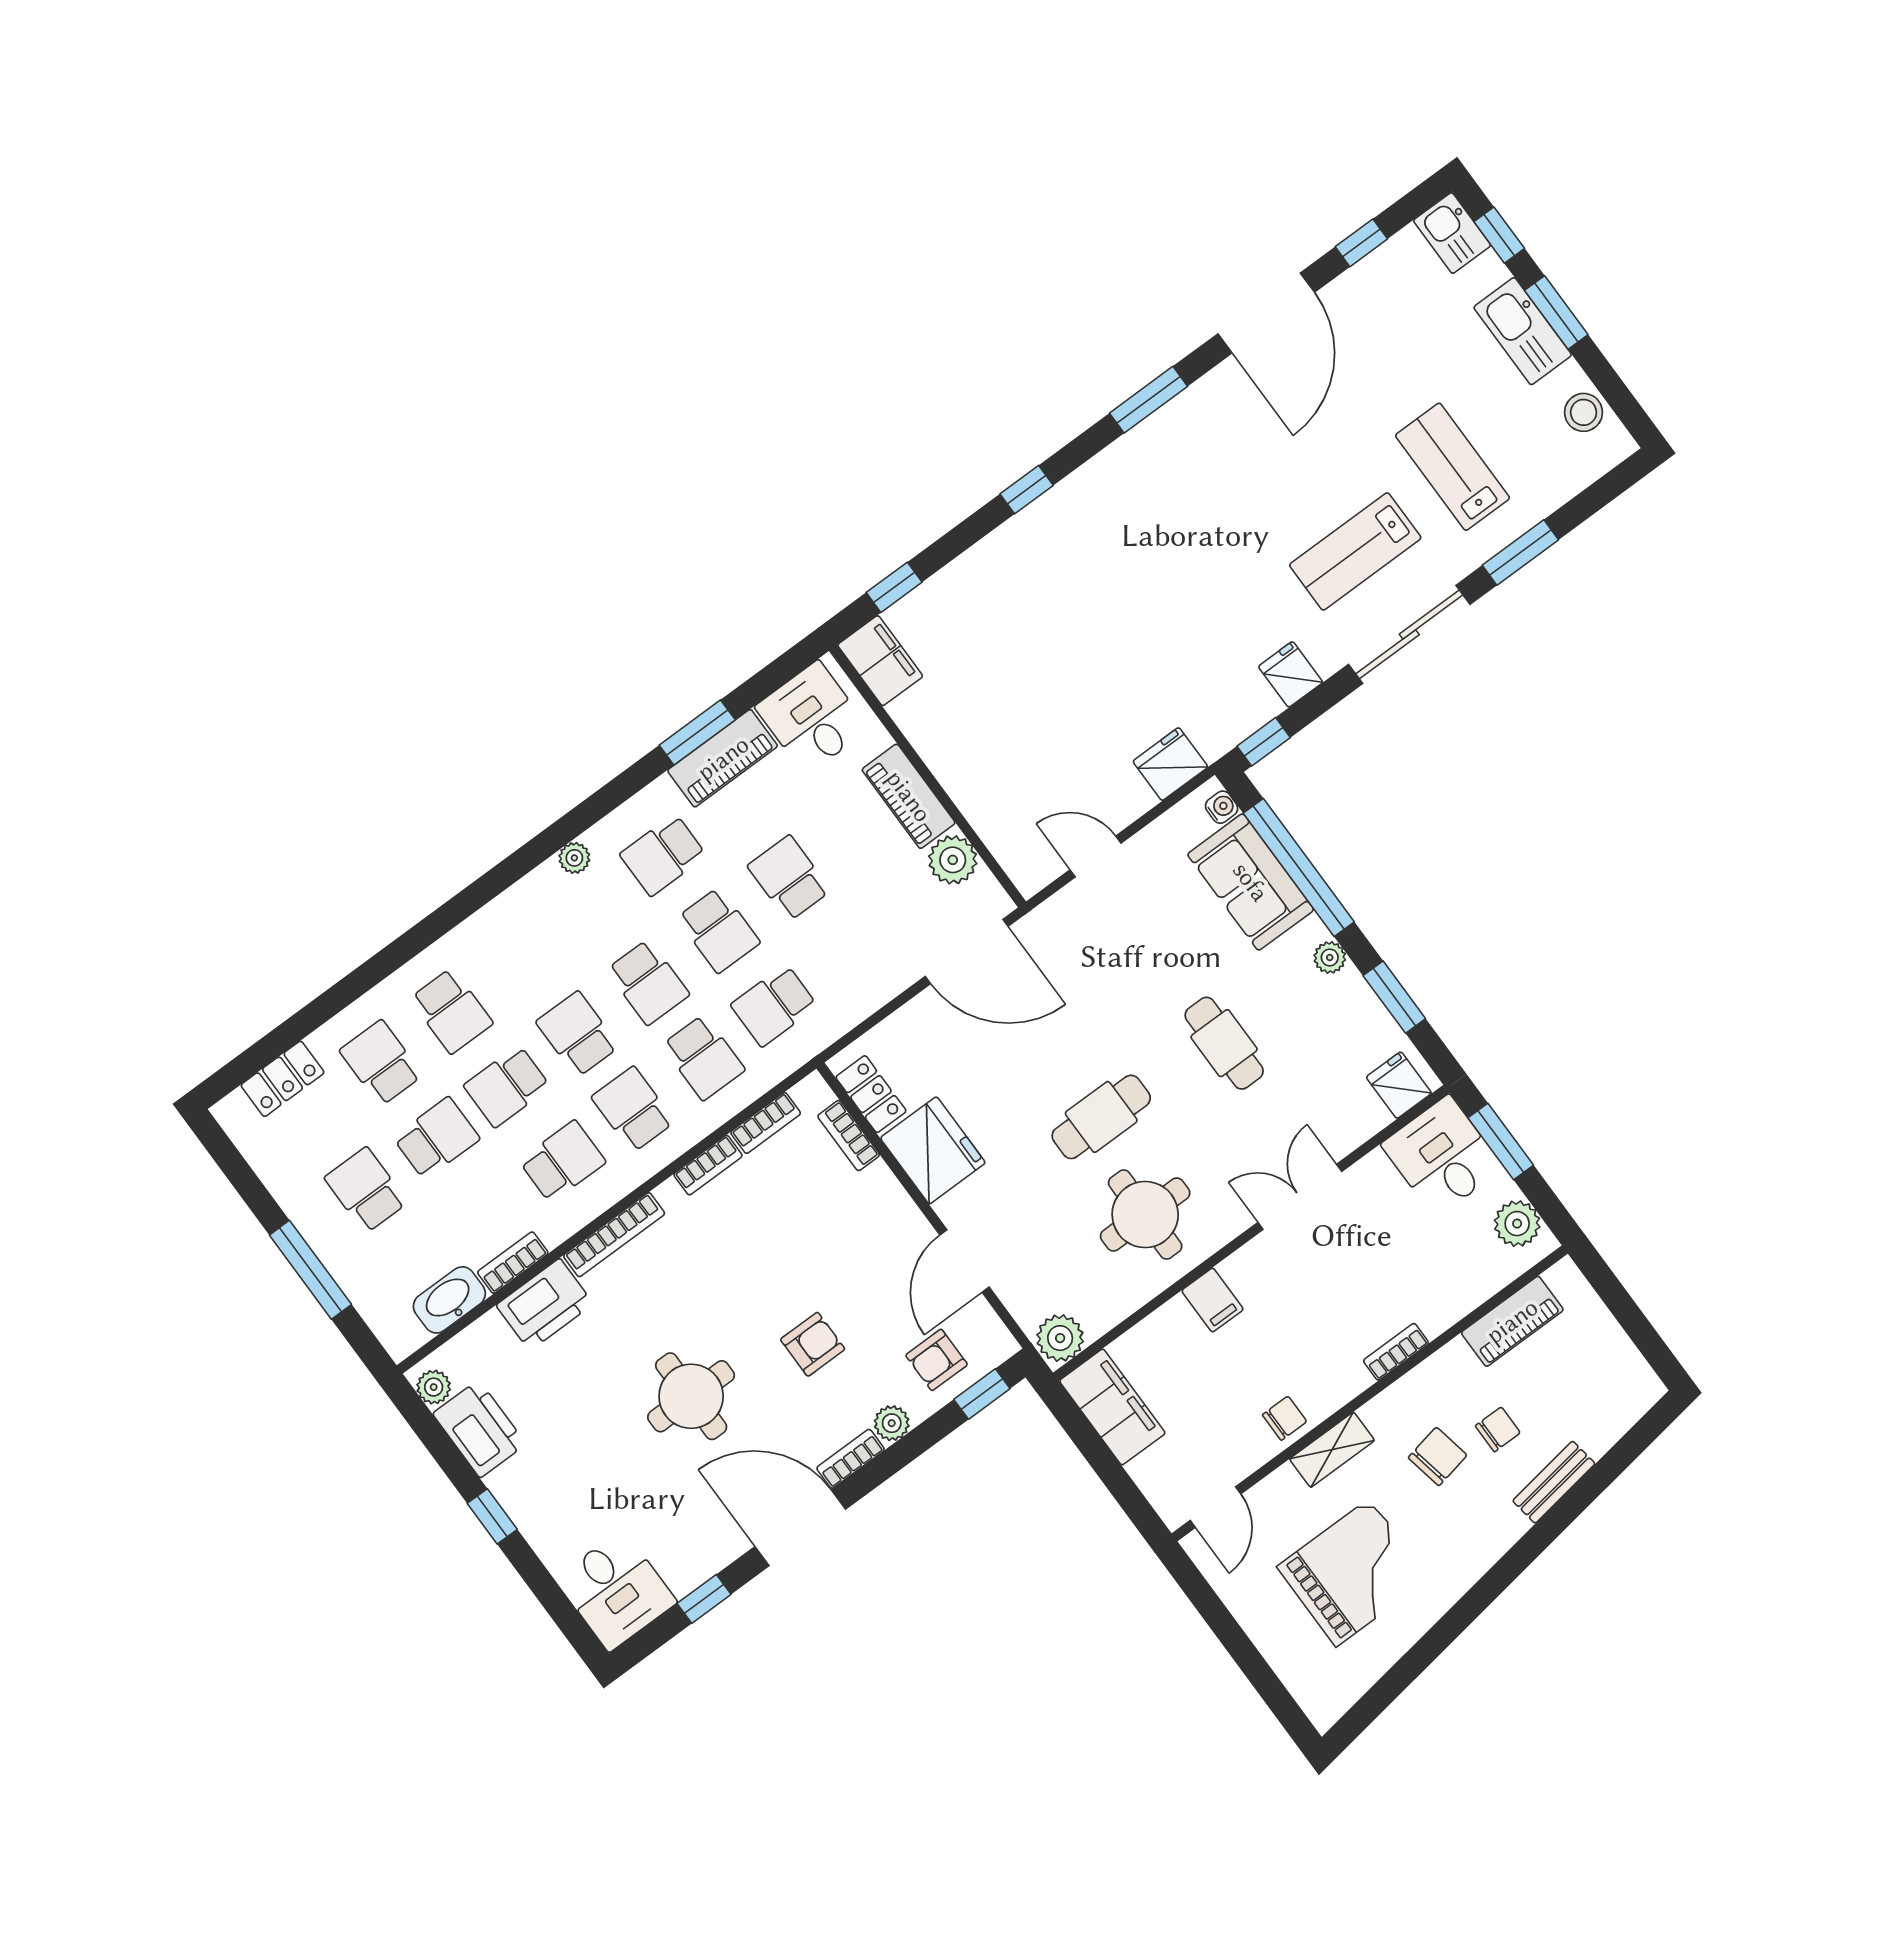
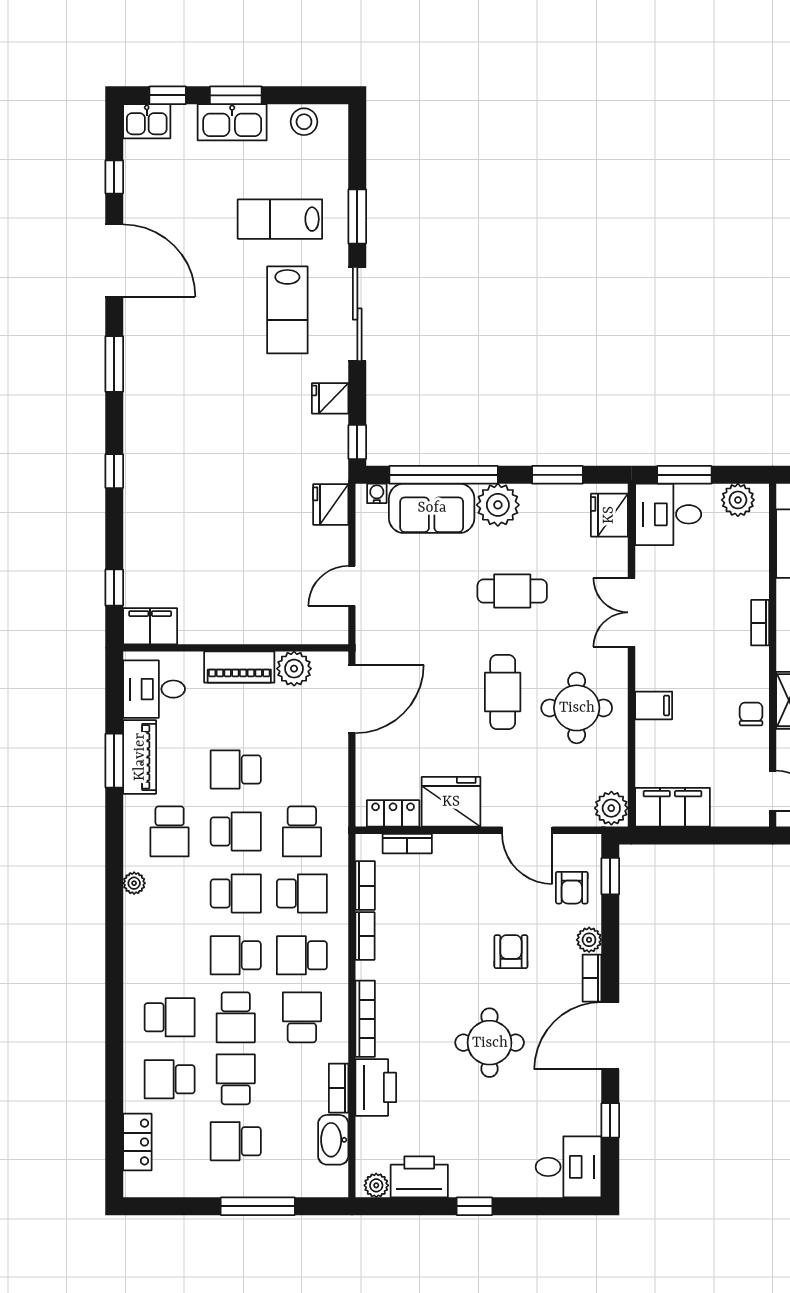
plant: (1330, 958) -> (498, 505), width x1.88, depth x1.88
fridge: (1399, 1085) -> (609, 515), width x1.38

